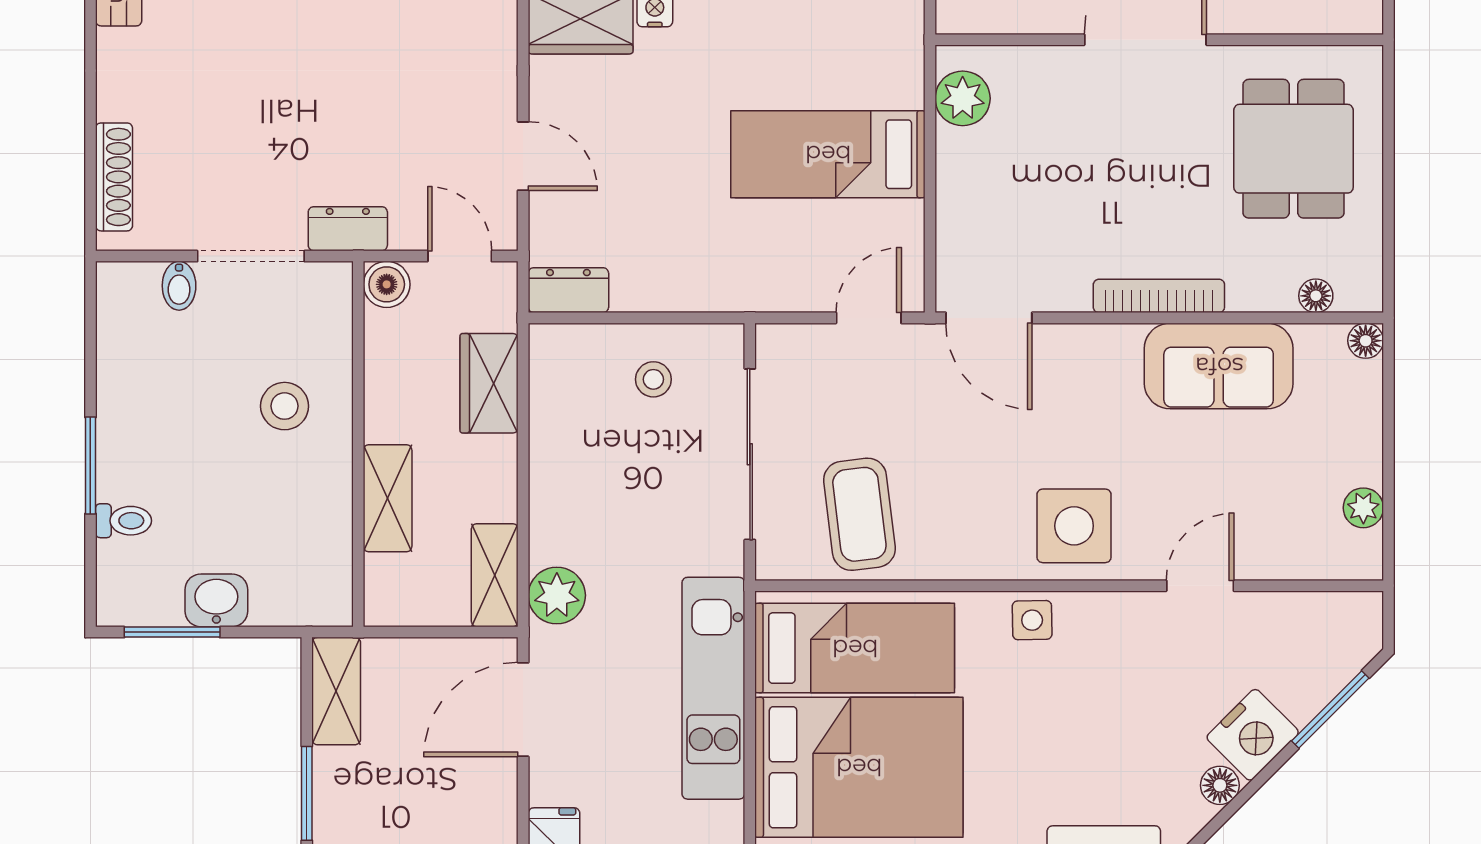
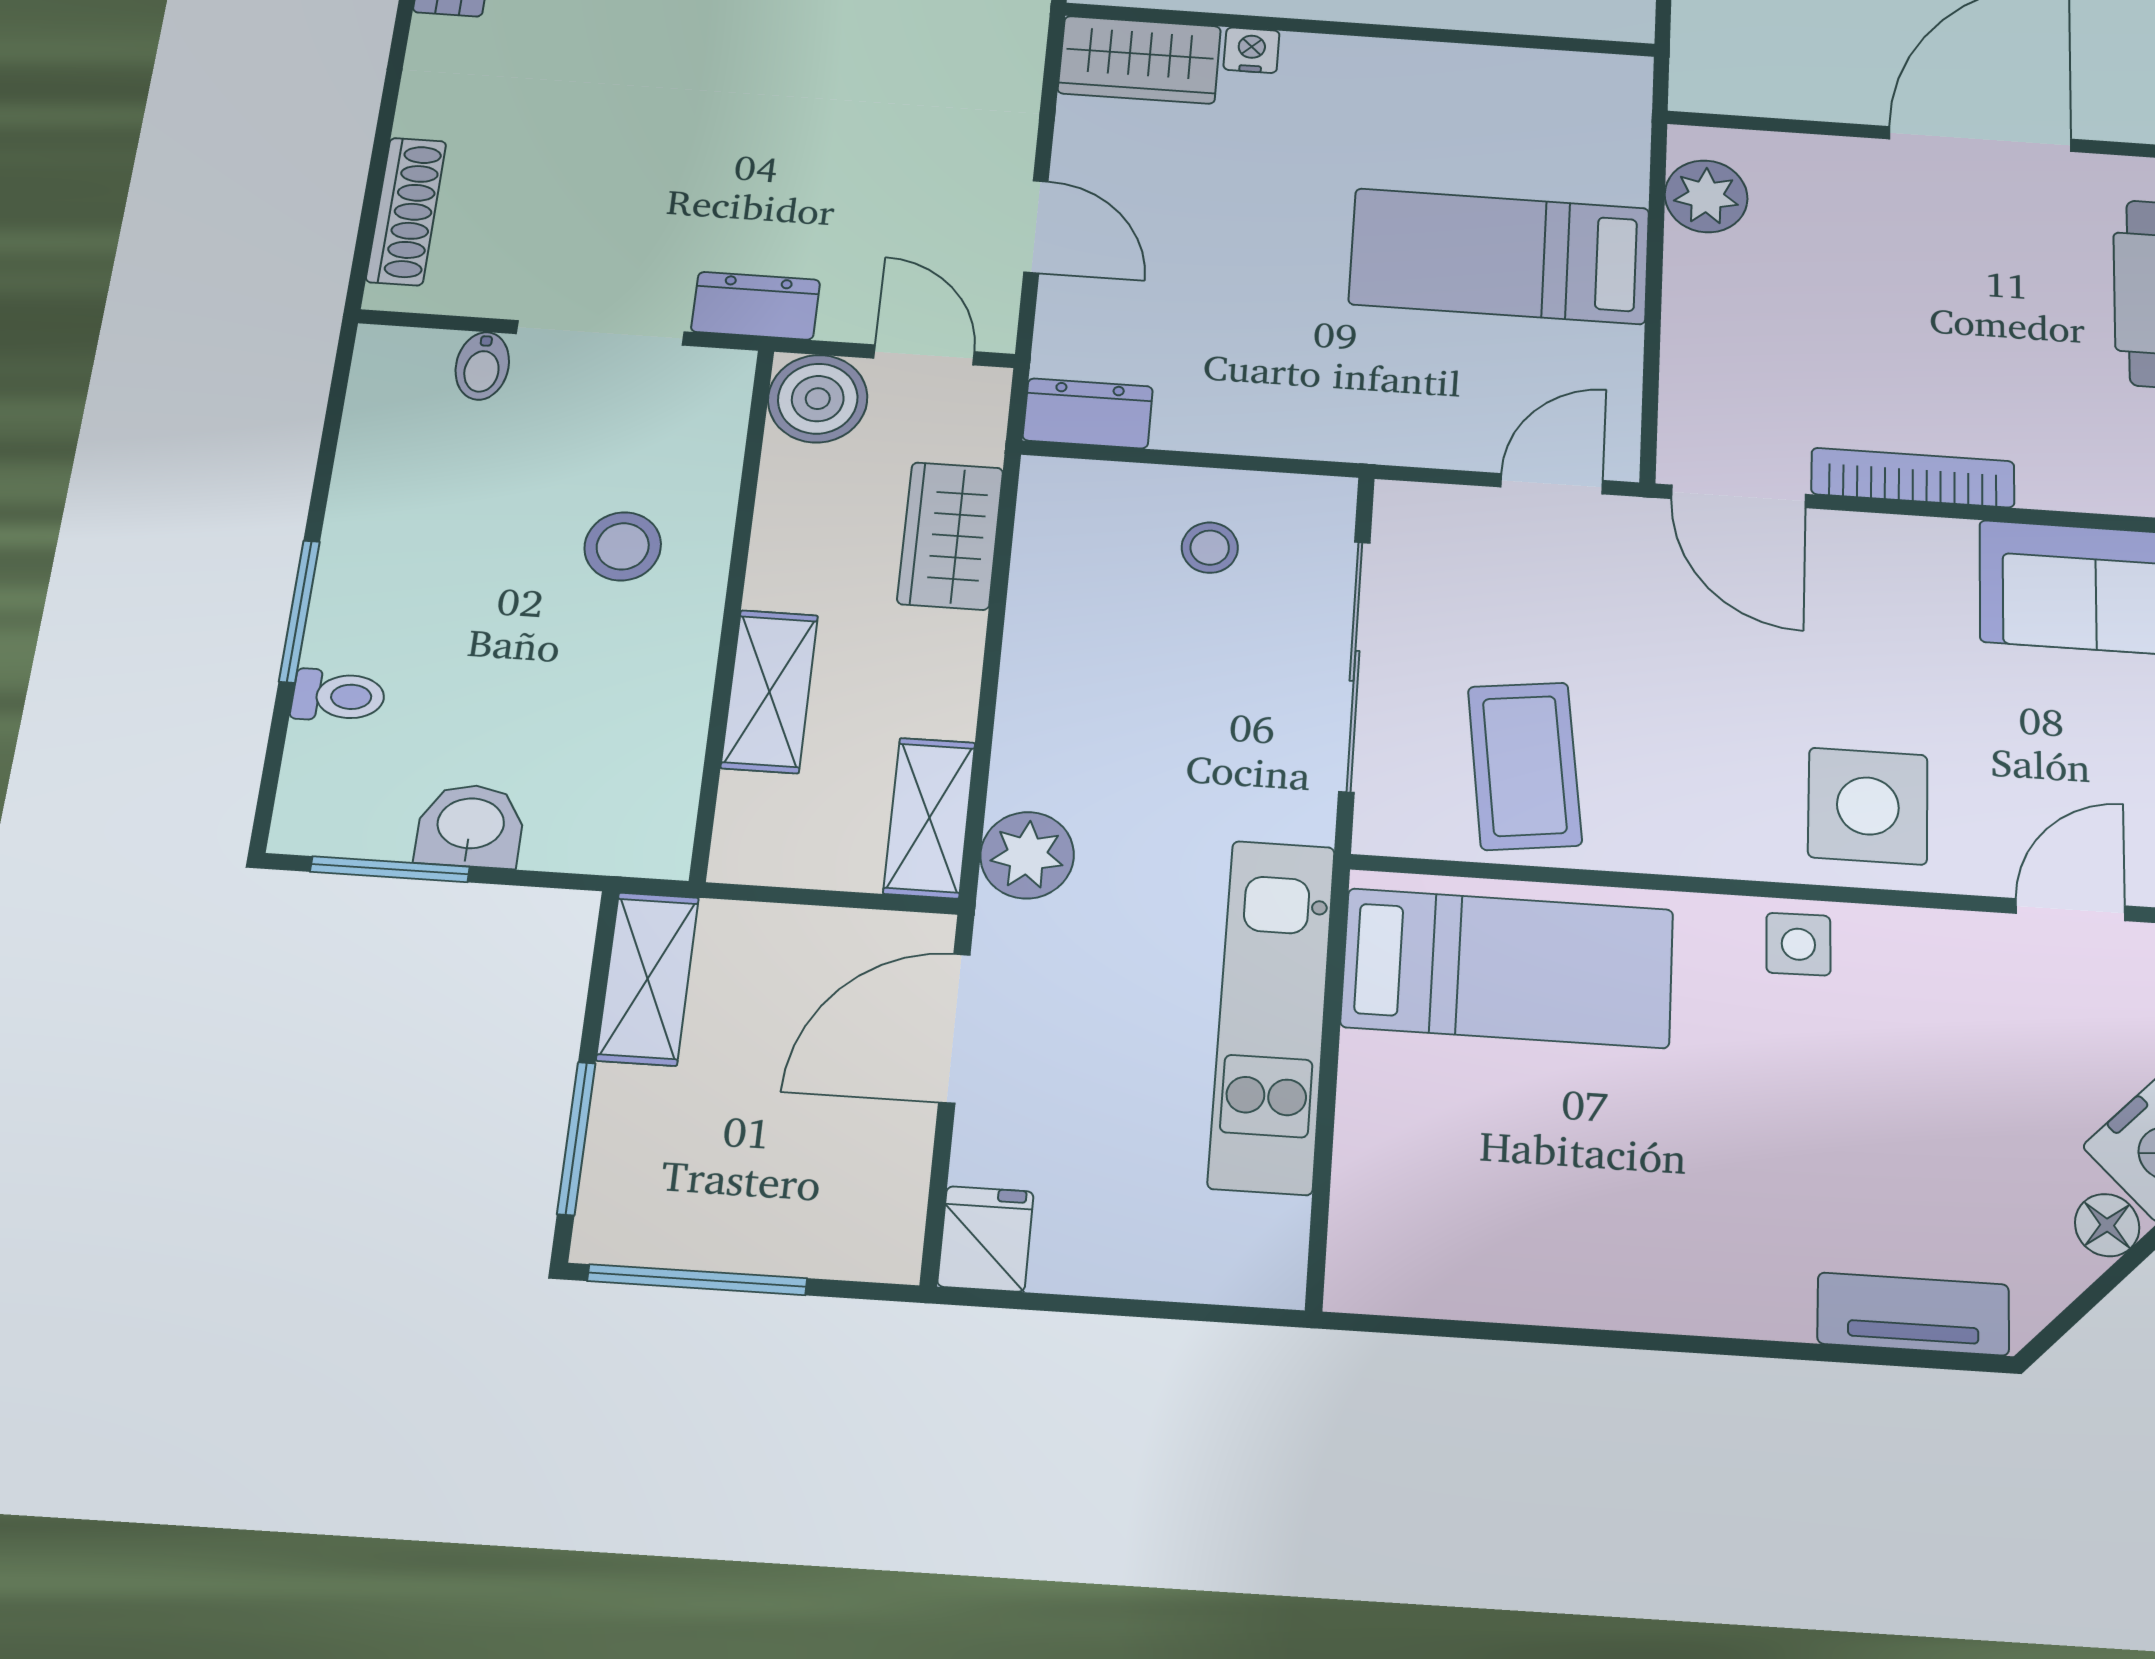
boiler: (387, 284) -> (818, 399), width x1.36, depth x1.36
bookcase: (1159, 296) -> (1913, 478), moved
bed: (859, 767) -> (1506, 1157), removed

